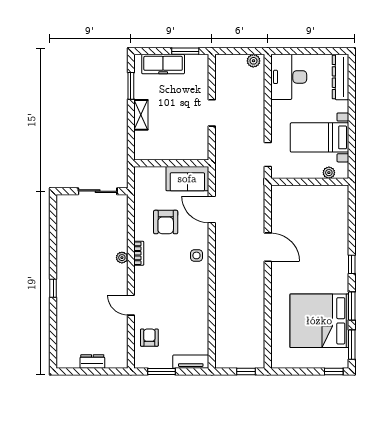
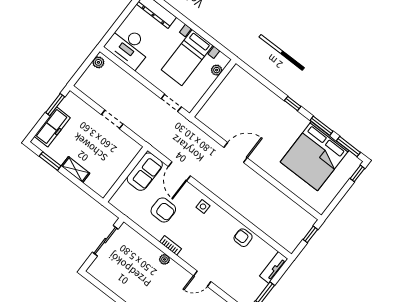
door: (212, 209) -> (179, 171), hinge flipped
armchair: (149, 338) -> (243, 238), moved

